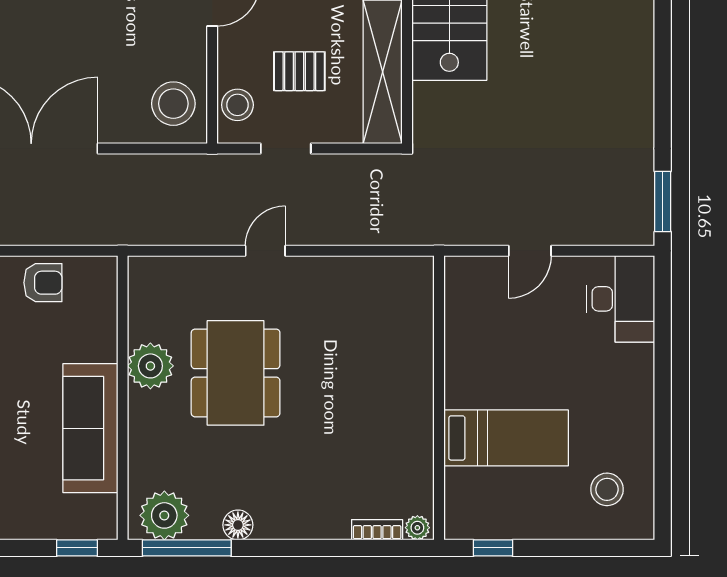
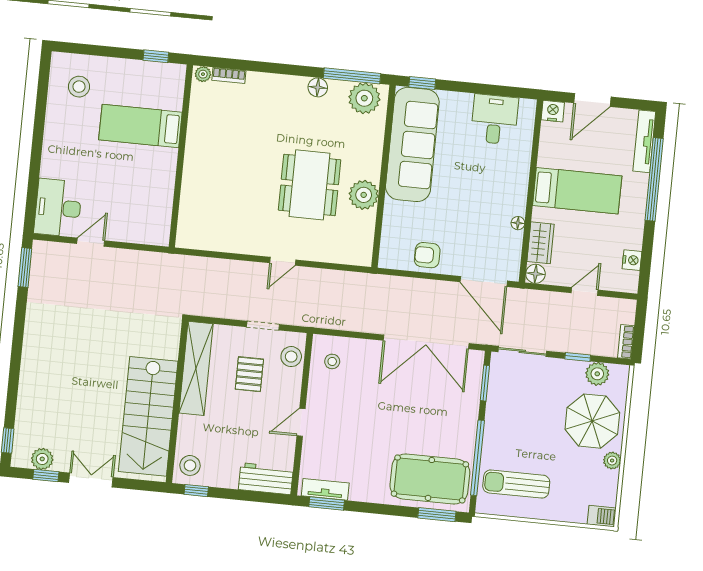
pallet: (299, 71) -> (249, 374), turned 90
stool: (173, 104) -> (332, 361), width x0.53, depth x0.53
door: (530, 251) -> (91, 242), moved
sofa: (90, 428) -> (412, 144), width x1.36, depth x1.27

